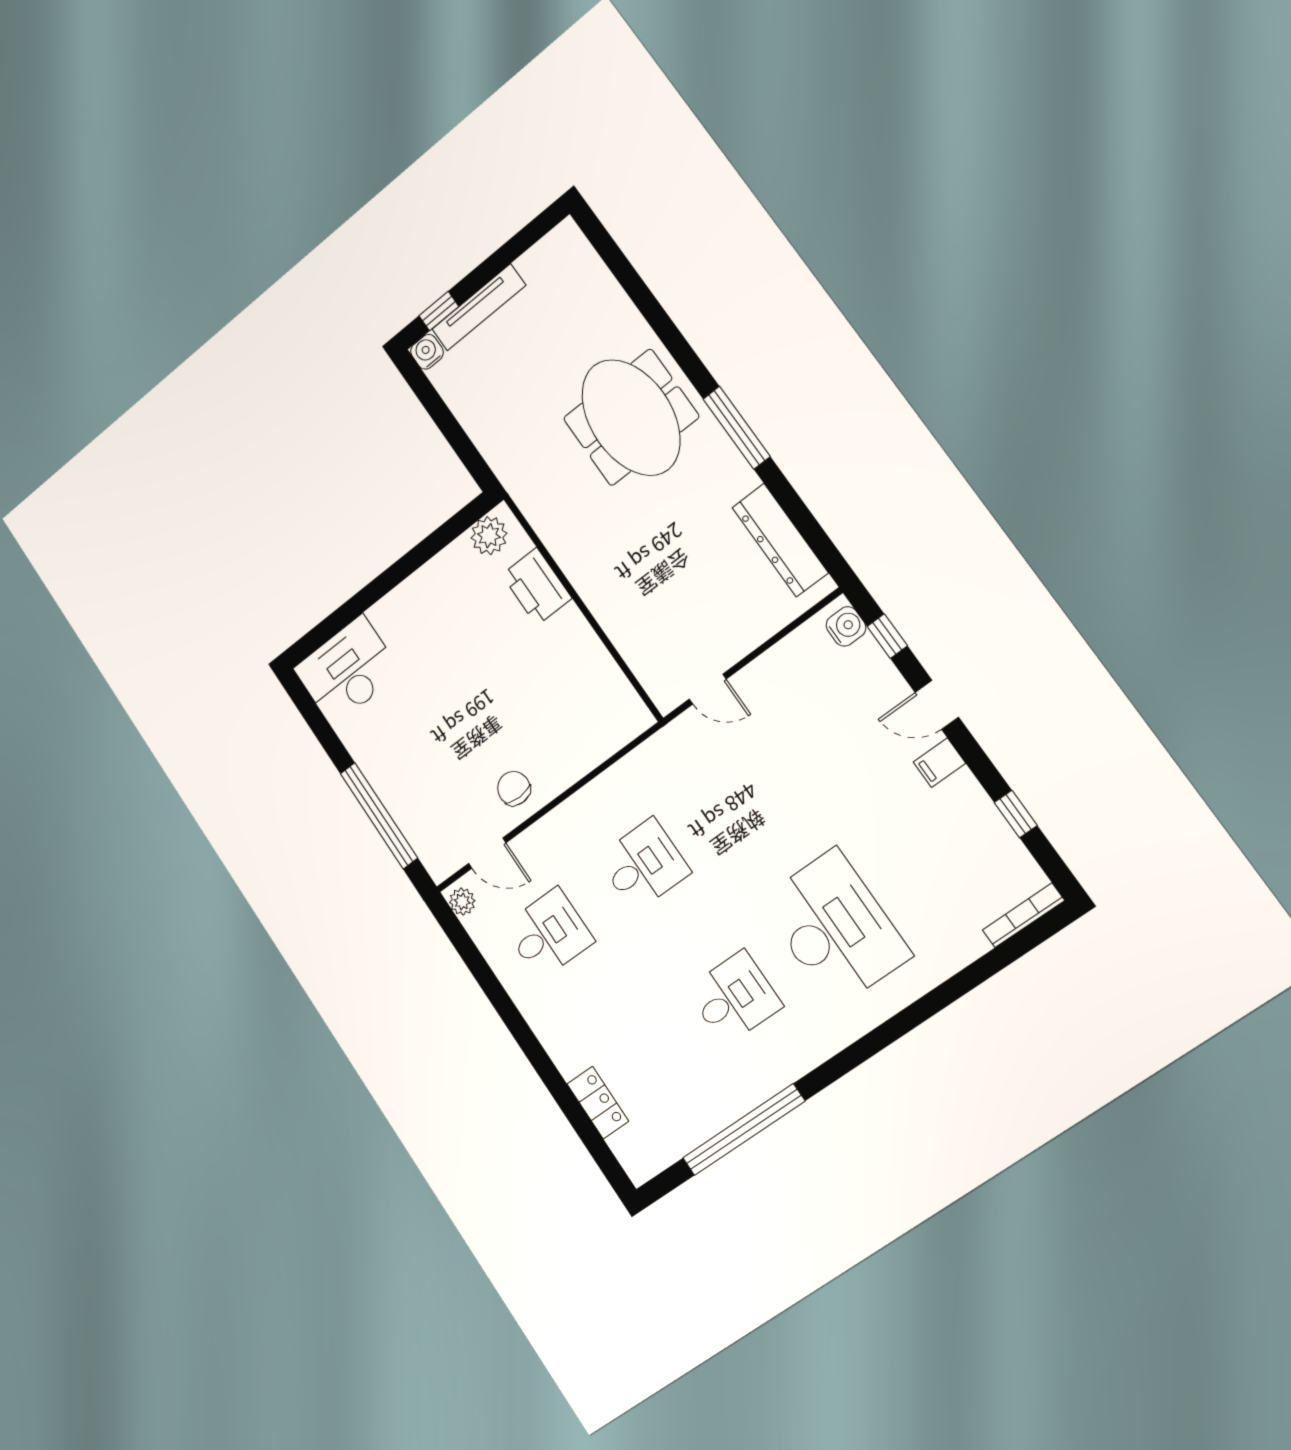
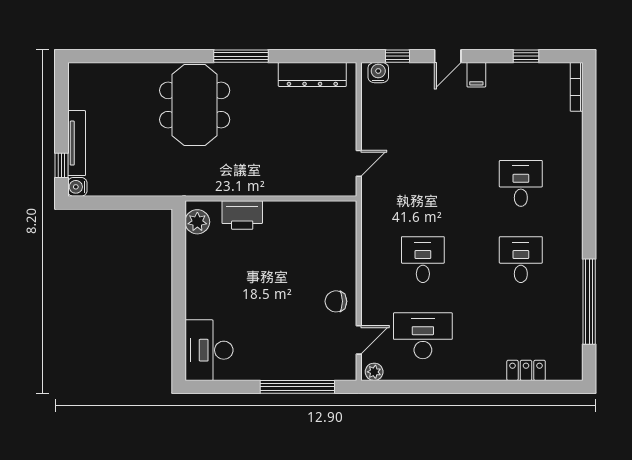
meeting table: (631, 417) -> (195, 105), turned 90
desk: (835, 928) -> (521, 183), width x0.53, depth x0.77
desk: (549, 934) -> (423, 336), width x1.37

